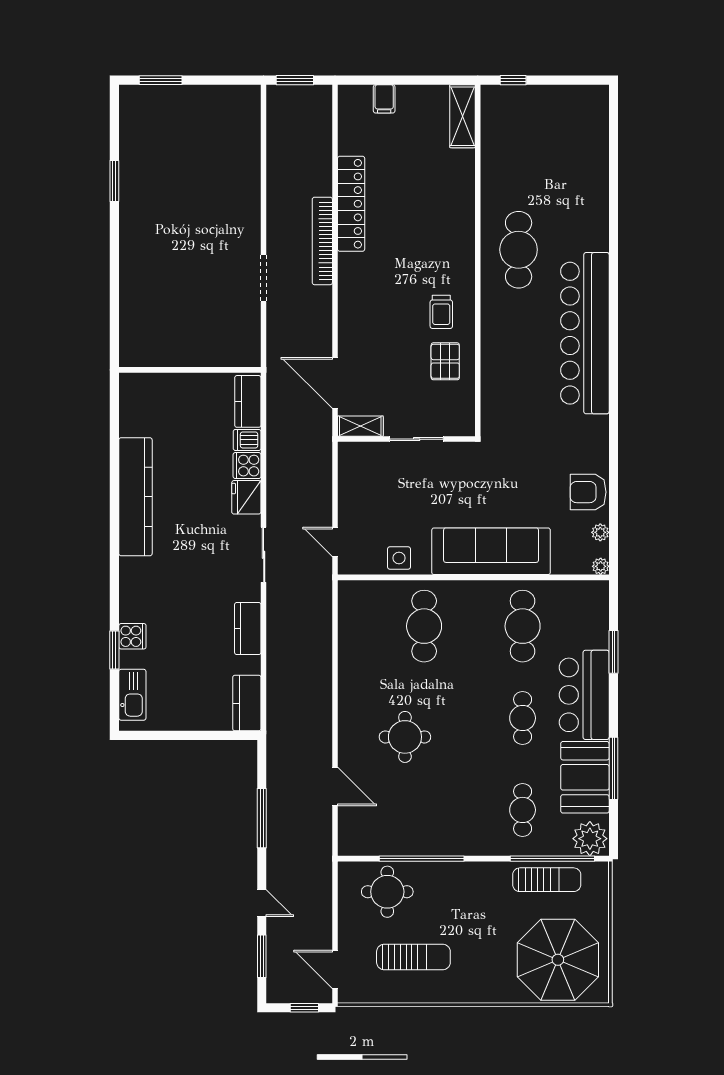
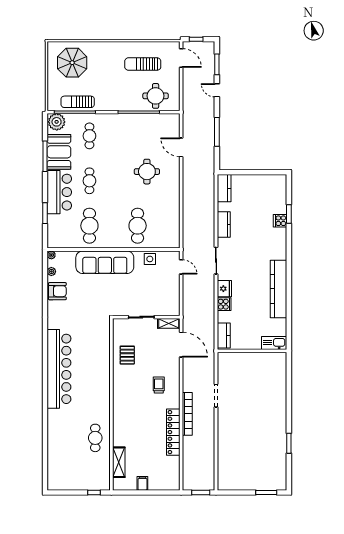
filing cabinet: (384, 99) -> (142, 483), moved
shelving: (462, 116) -> (119, 462), moved
cafe table: (519, 250) -> (95, 438), moved, width x0.73, depth x0.74
trolley: (441, 312) -> (159, 385), moved
dishwasher: (247, 440) -> (224, 317), removed
kitchen sink: (132, 695) -> (274, 343), moved, turned 90
parasol: (558, 960) -> (72, 63), width x0.73, depth x0.73

